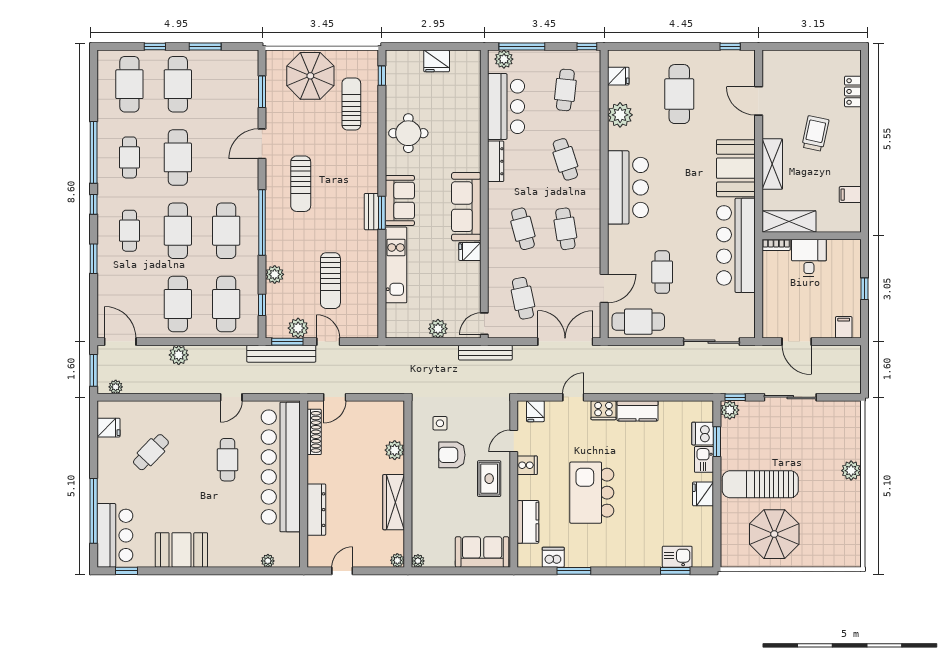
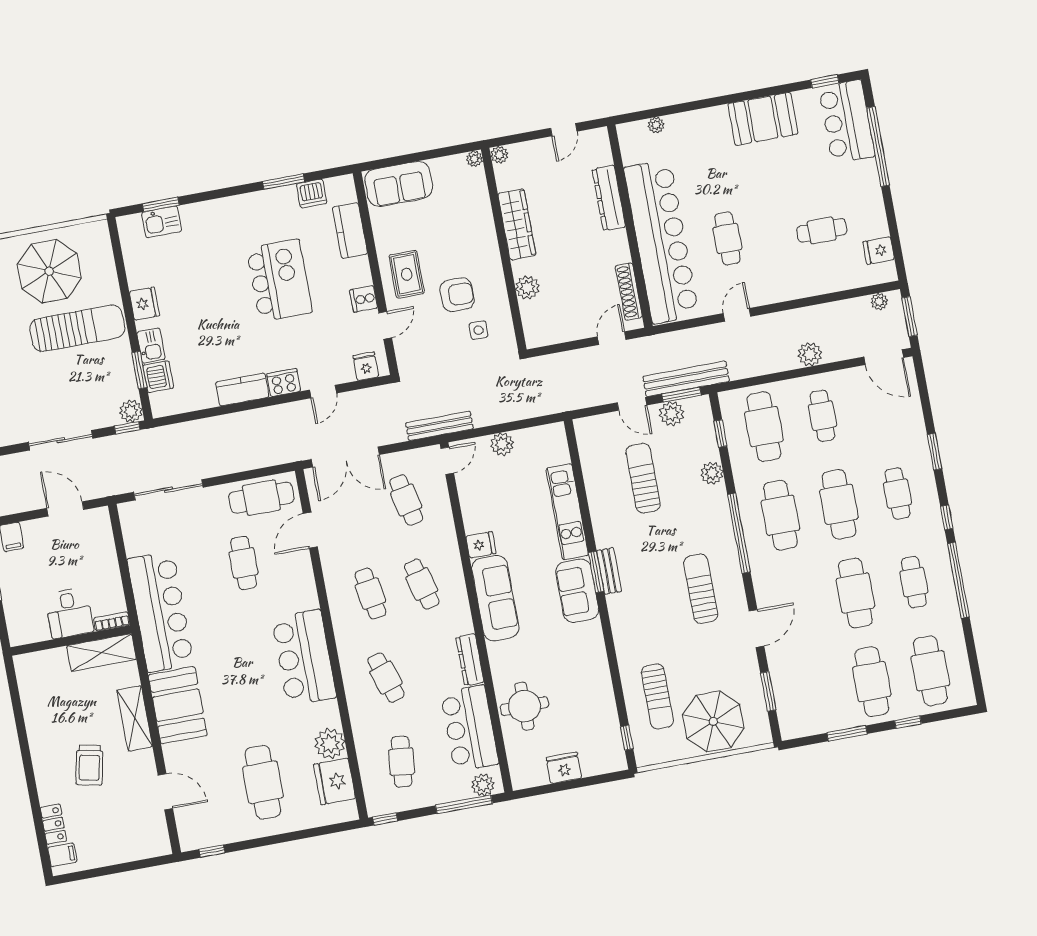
fridge: (618, 76) -> (334, 781), width x1.88, depth x1.34
round table: (408, 133) -> (524, 706), moved
filing cabinet: (850, 195) -> (62, 855), moved
cafe table: (178, 304) -> (822, 416), width x0.73, depth x0.74
cafe table: (151, 452) -> (822, 230), turned 46

